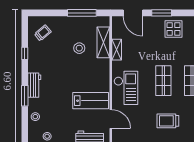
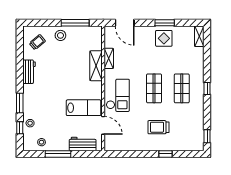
window: (162, 13) -> (165, 23), moved
shelving: (103, 42) -> (96, 66), moved
stool: (79, 48) -> (60, 35), moved
window: (25, 53) -> (20, 128), moved
workbench: (34, 85) -> (29, 72), moved

